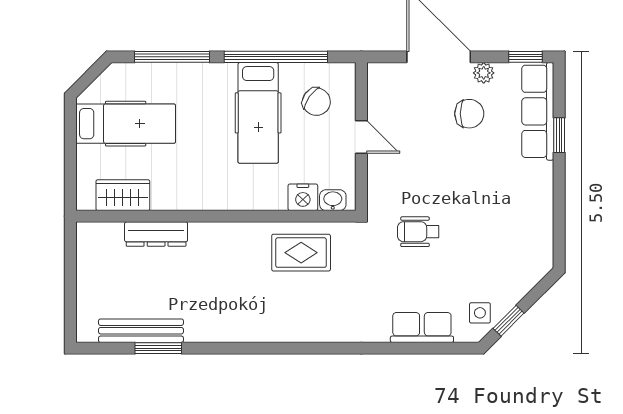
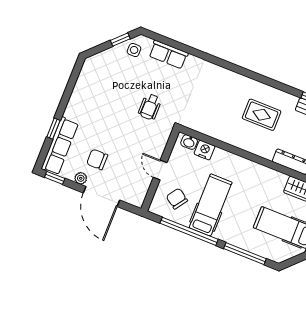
wheelchair: (418, 232) -> (150, 107), turned 90
rug: (301, 253) -> (262, 115), moved

